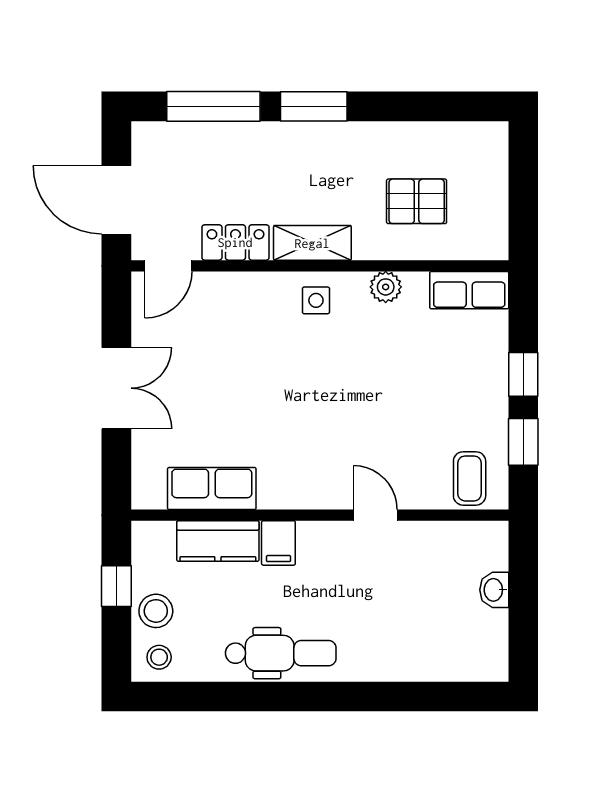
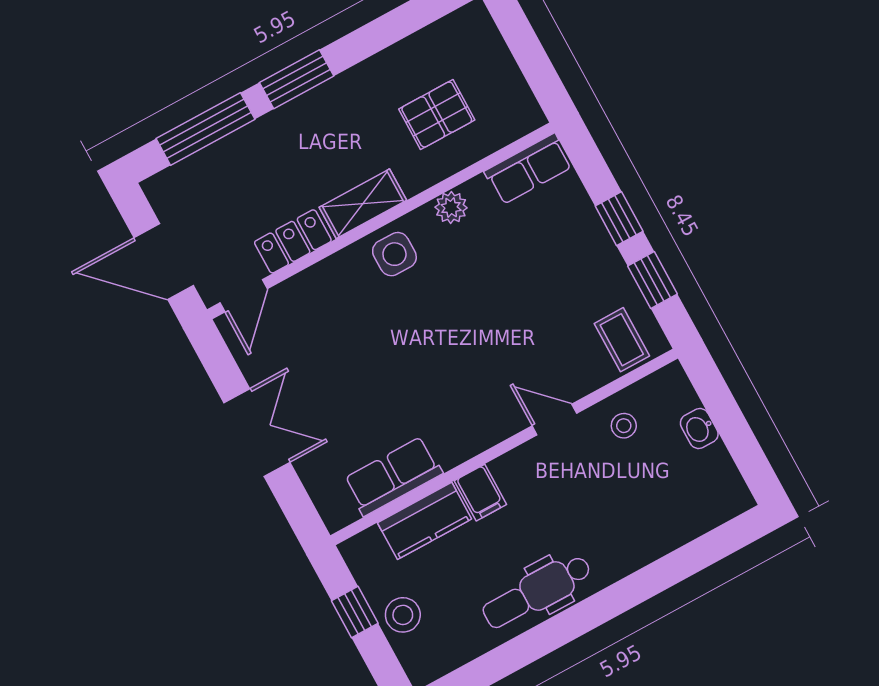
side table: (316, 300) -> (394, 254), width x1.37, depth x1.37
dental chair: (281, 653) -> (537, 591), turned 180
stool: (159, 657) -> (624, 426), moved

